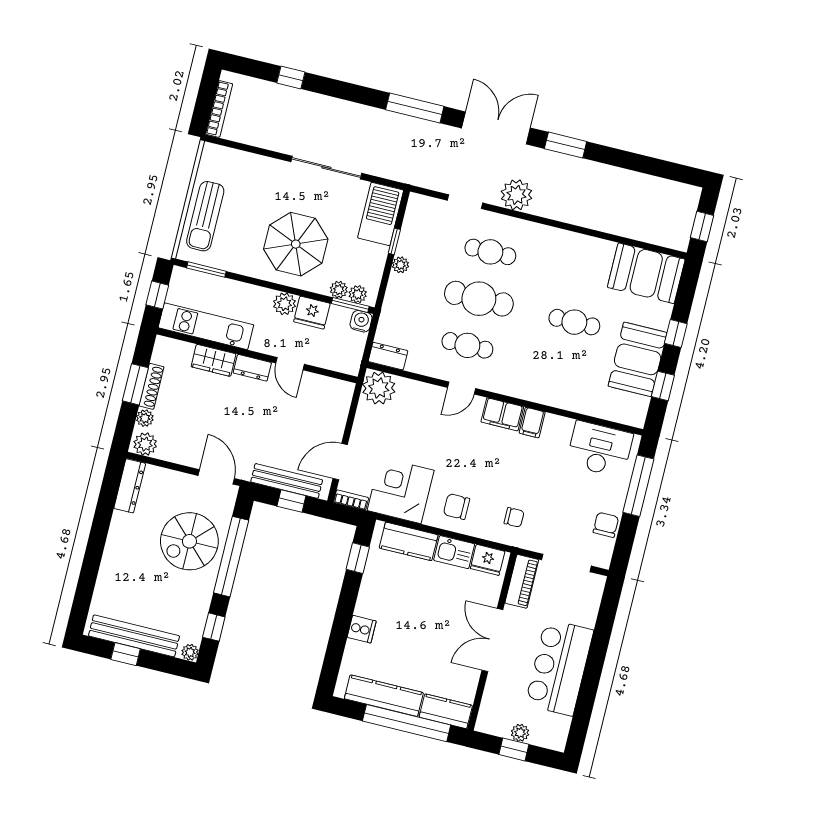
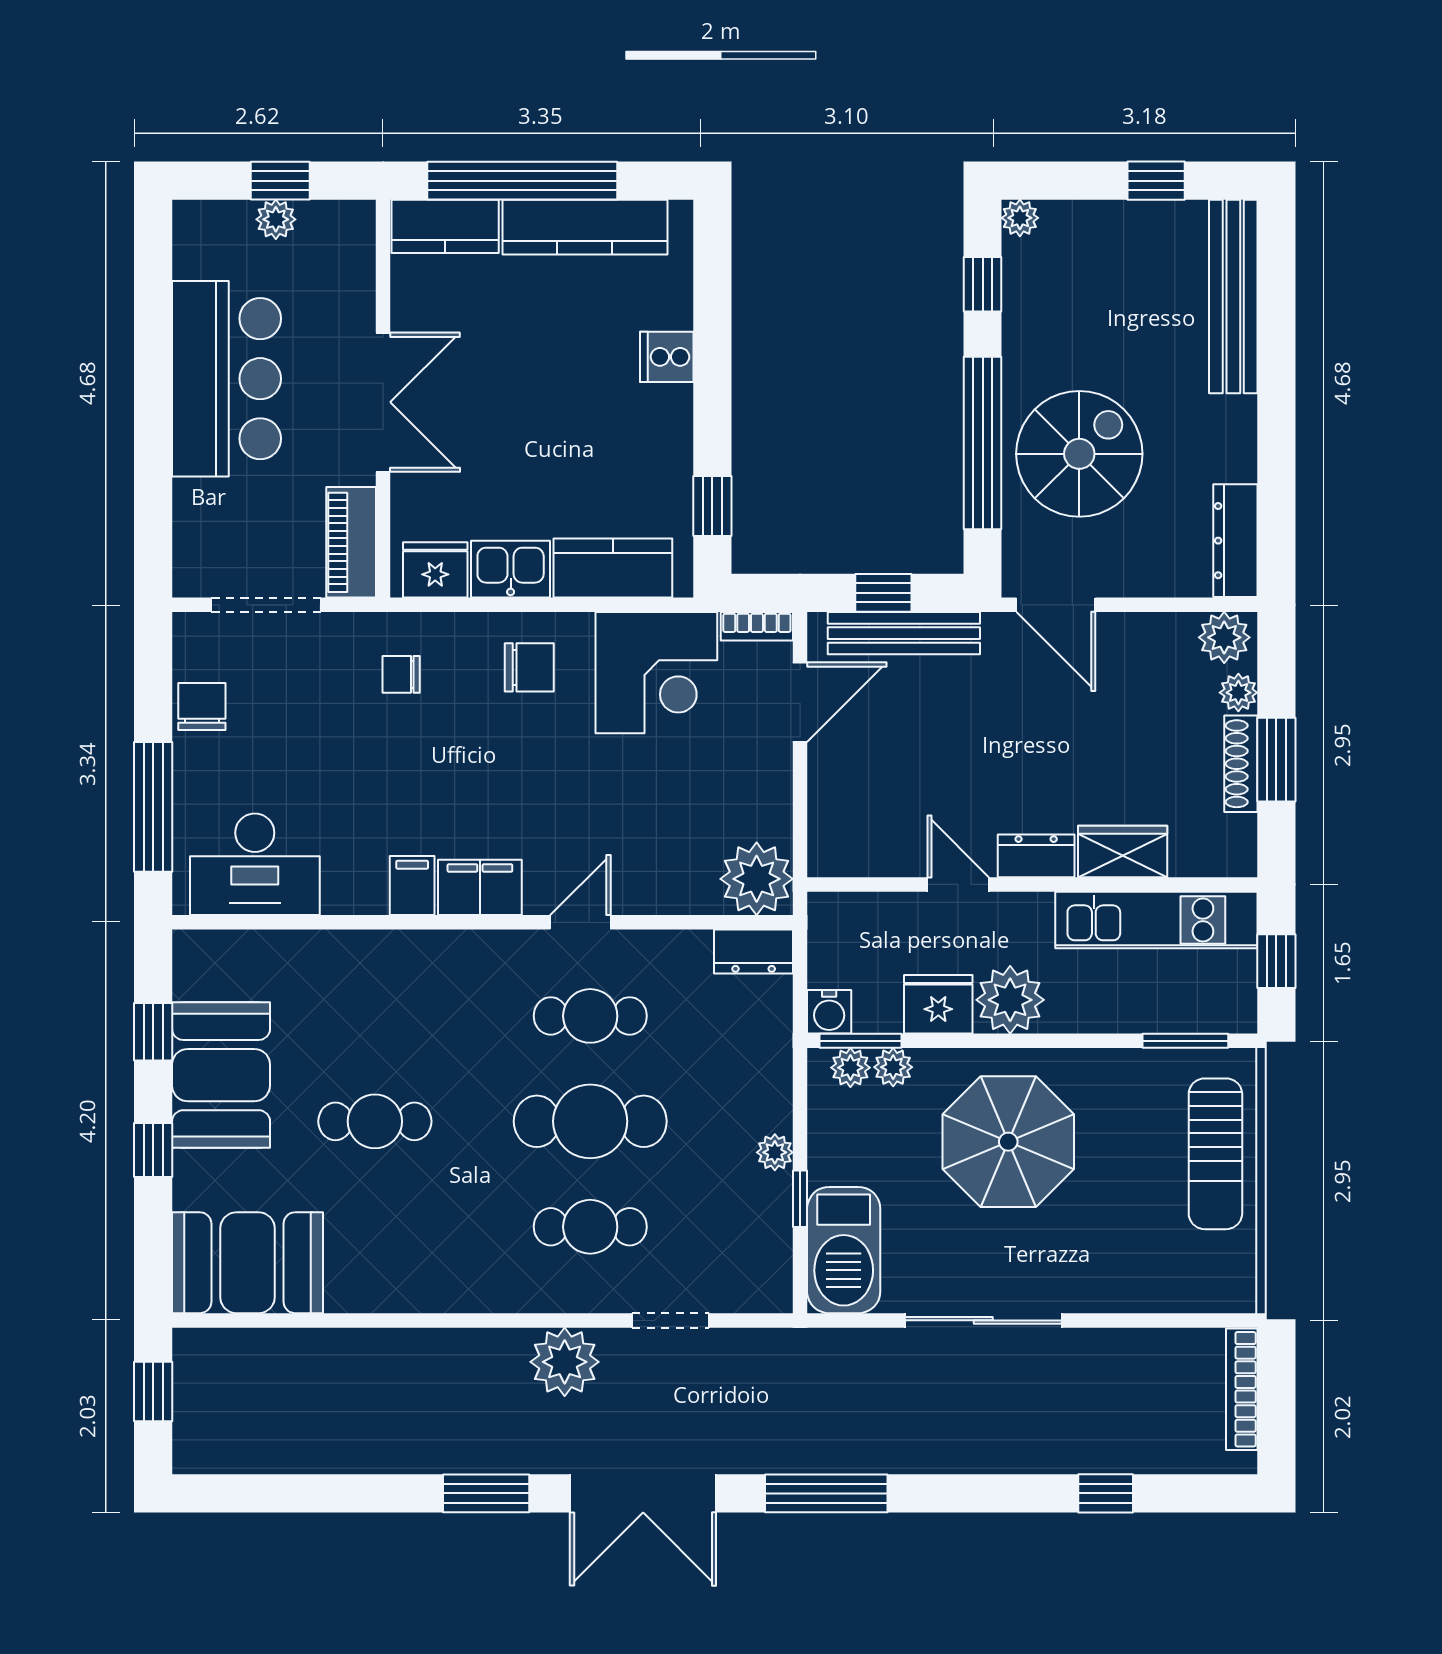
sun lounger: (205, 216) -> (1215, 1154), turned 180
plant: (285, 304) -> (1010, 1000), width x1.36, depth x1.36
chair: (606, 525) -> (202, 707), turned 180
bench: (134, 636) -> (1233, 297), moved, turned 90

